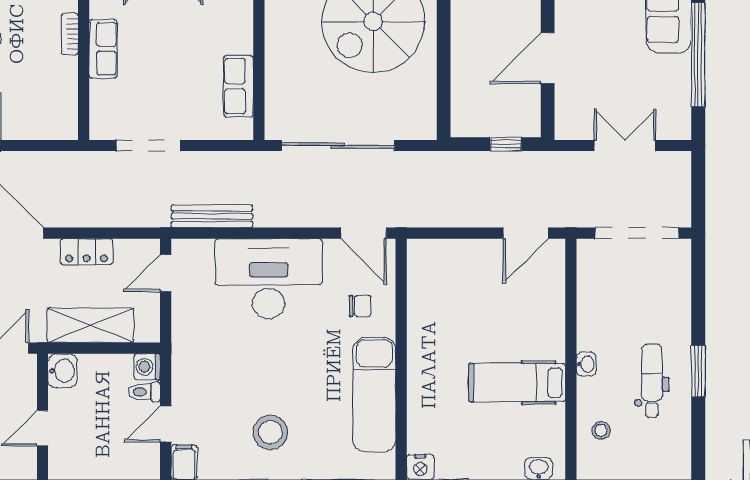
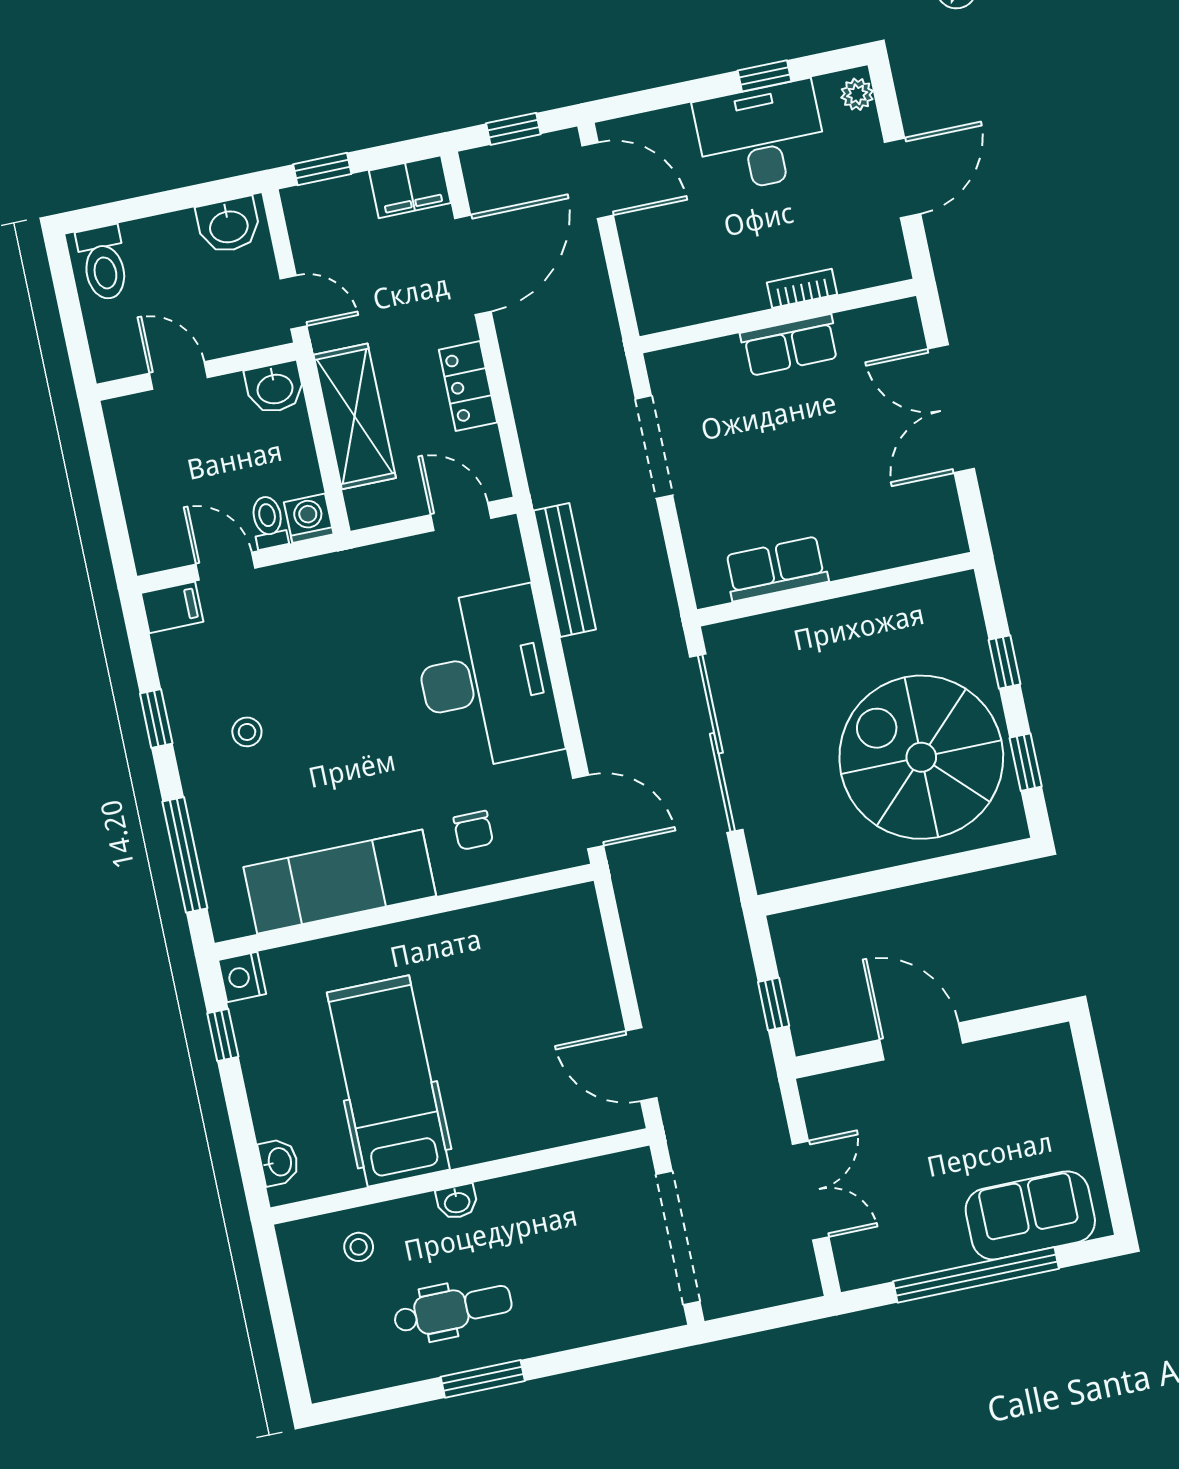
door: (364, 233) -> (588, 812), swing flipped
hospital bed: (517, 383) -> (388, 1081), width x1.37, depth x1.29
stool: (270, 432) -> (247, 732), width x0.53, depth x0.53

